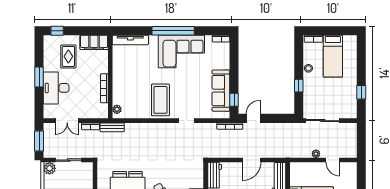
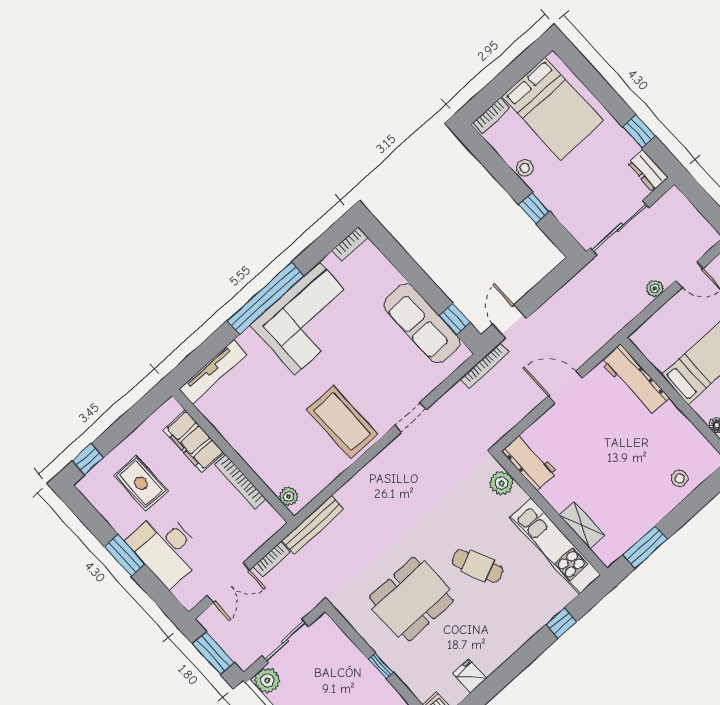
filing cabinet: (94, 42) -> (194, 441), moved, turned 90
bed: (333, 56) -> (553, 109), width x1.50
dresser: (352, 109) -> (648, 171), added
bench: (112, 127) -> (313, 525), width x1.36
door: (252, 160) -> (565, 387), swing flipped
plant: (198, 174) -> (502, 483), added

